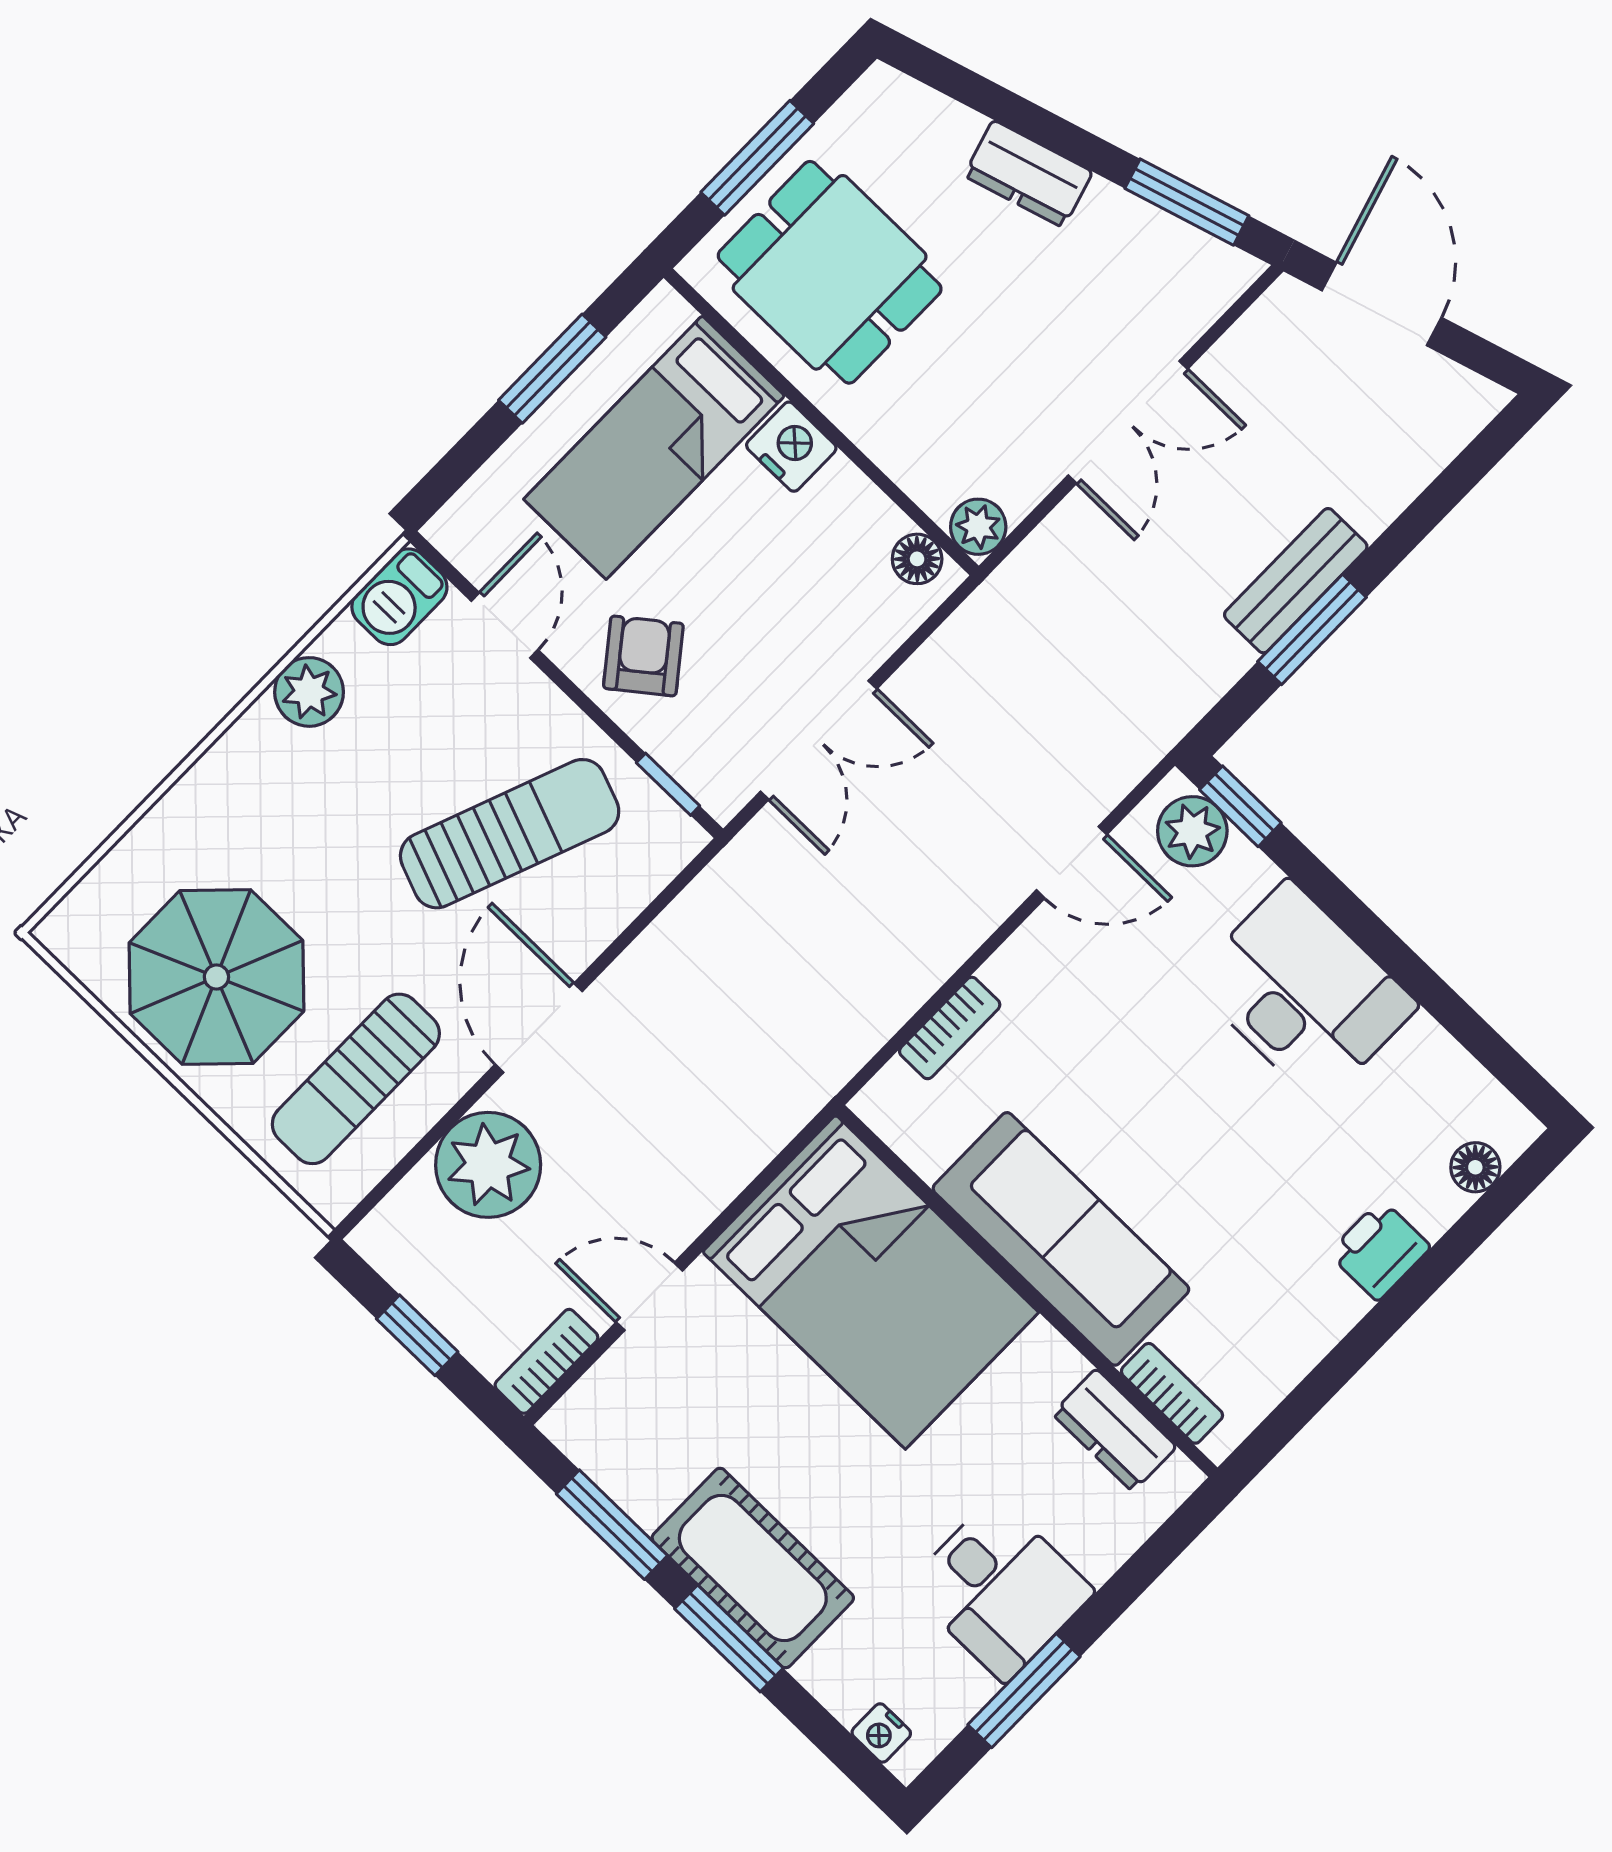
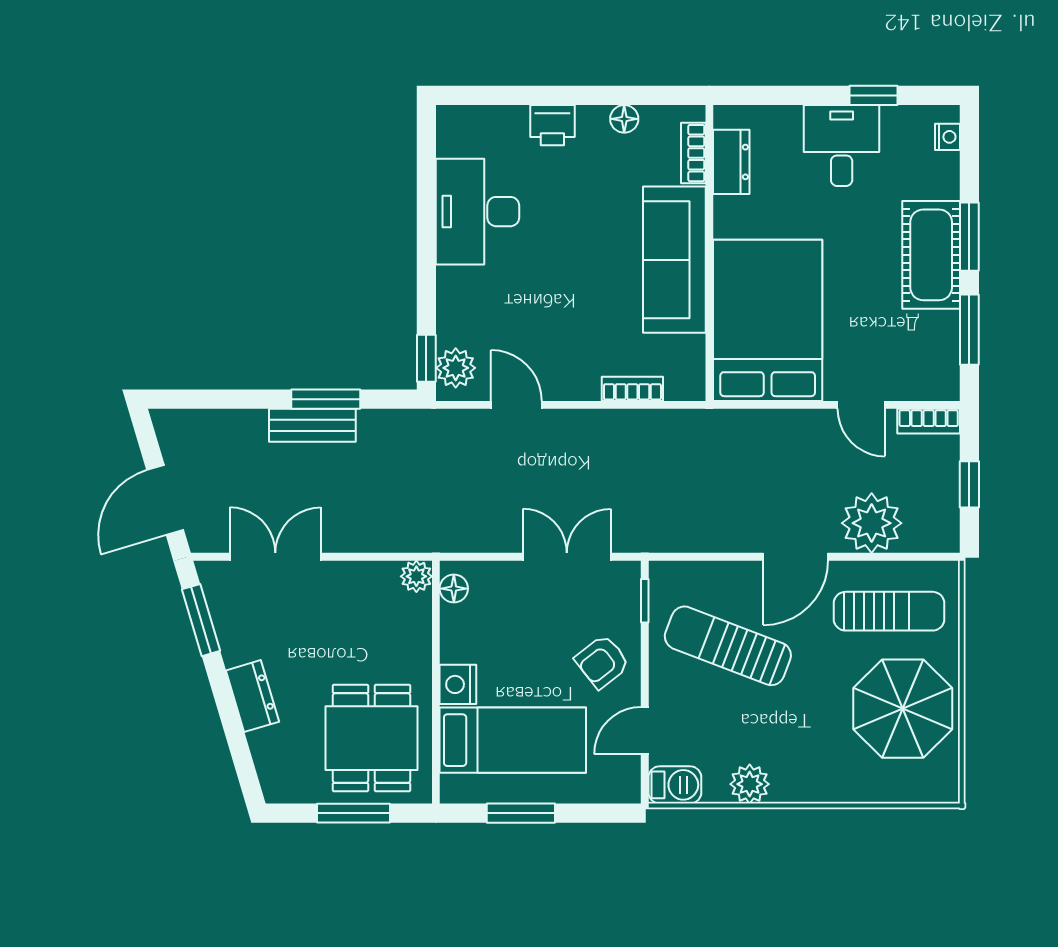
double door: (1128, 422) -> (275, 557), moved
desk: (1304, 993) -> (478, 212), moved
floor lamp: (1475, 1167) -> (624, 119), moved
window: (1024, 1691) -> (874, 95), width x0.67

